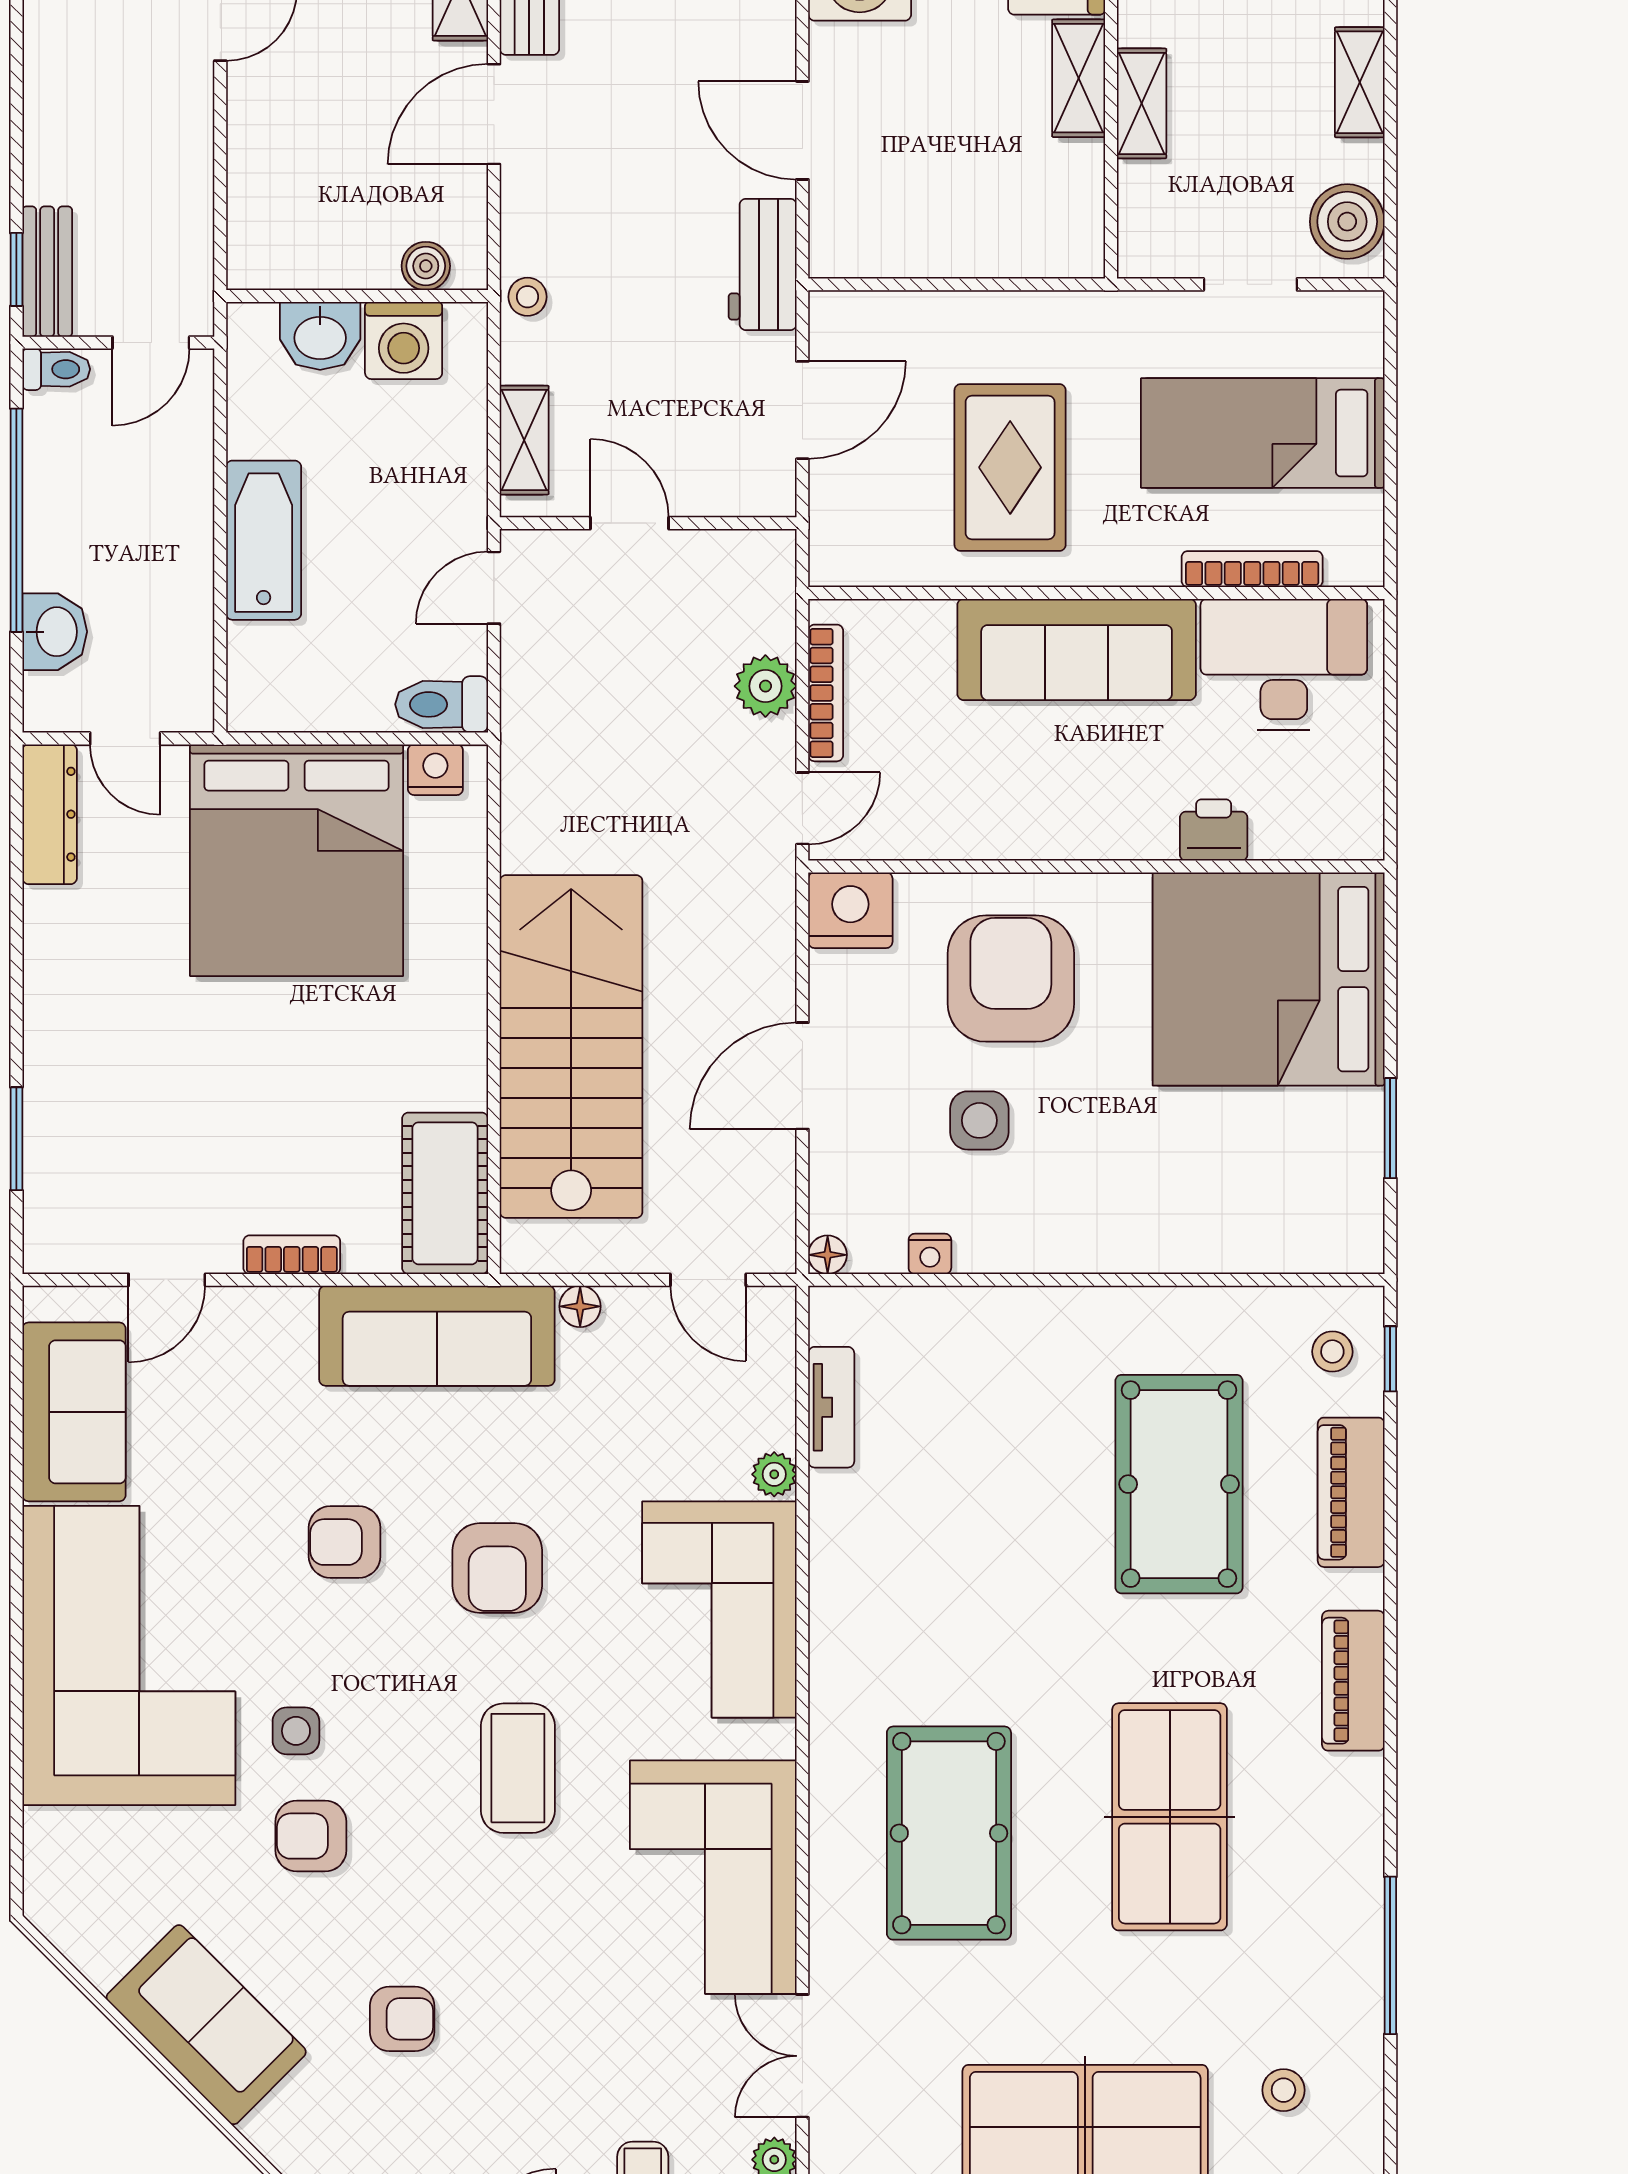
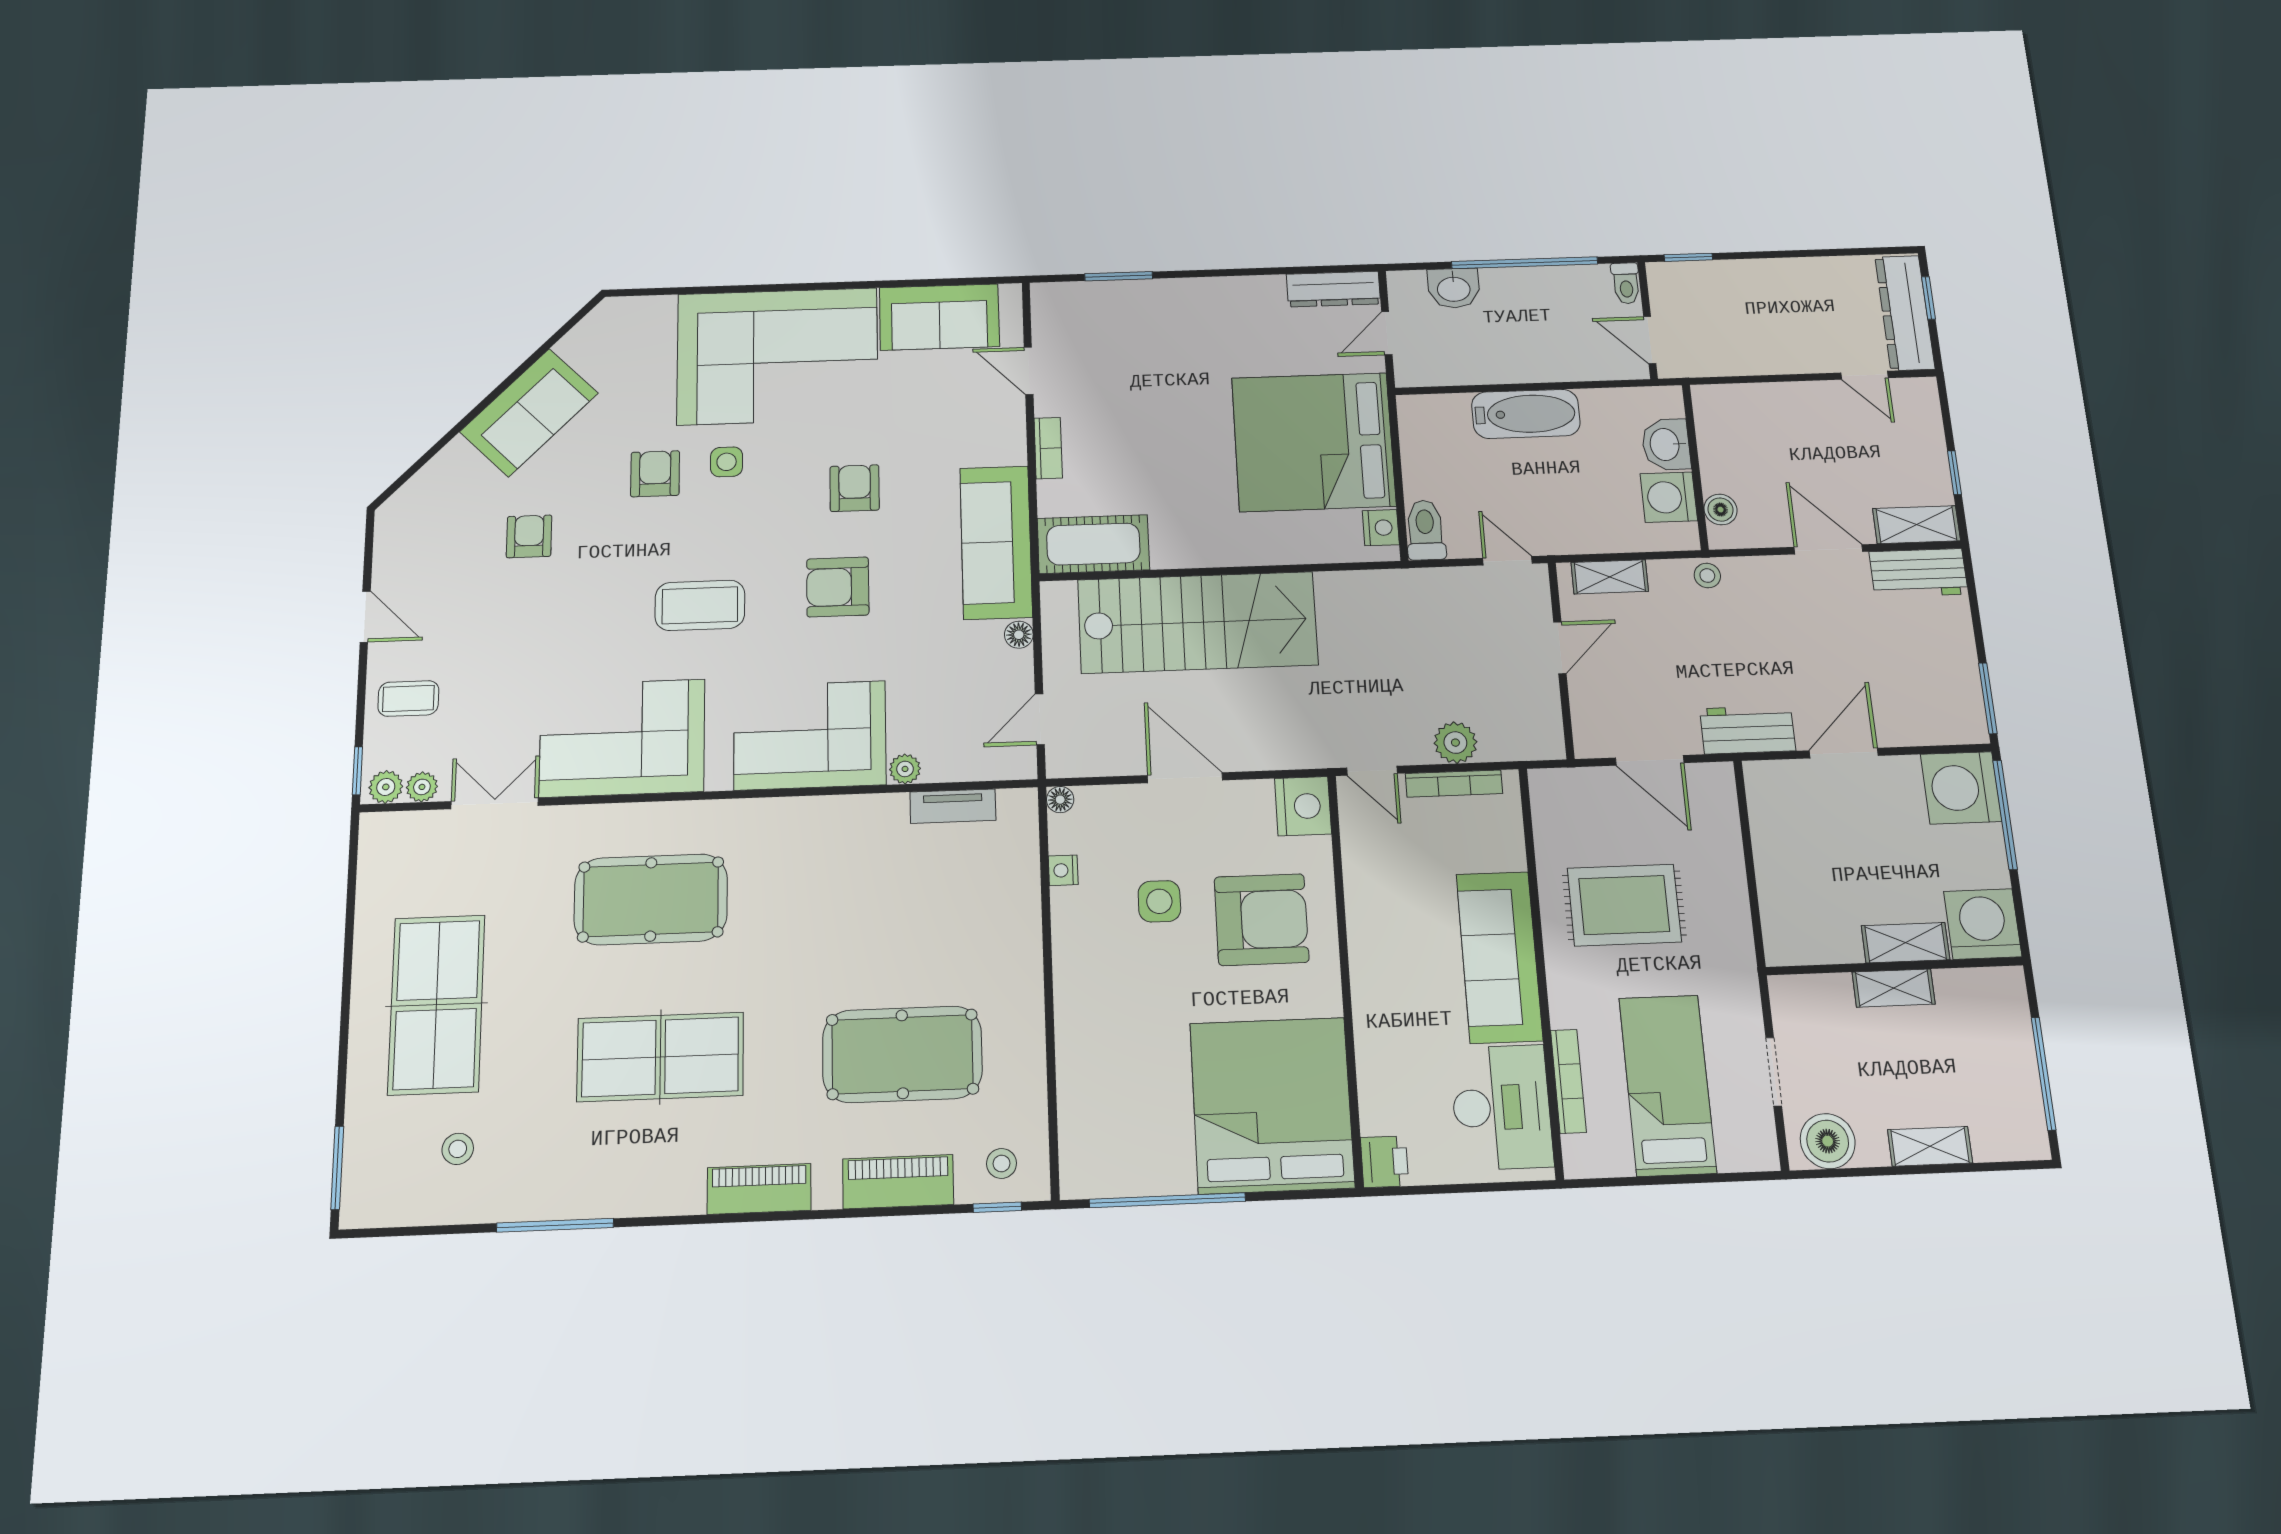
bench: (47, 272) -> (1689, 276), removed
printer: (1214, 830) -> (1384, 1162), moved
window: (1390, 1128) -> (1167, 1200), width x2.11
armchair: (402, 2019) -> (529, 536), turned 180

